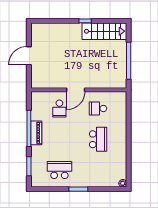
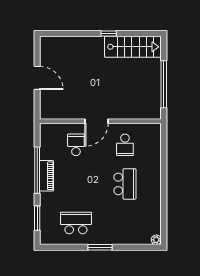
door: (29, 56) -> (37, 78), swing flipped
school desk: (59, 109) -> (76, 145), turned 180
school desk: (98, 109) -> (125, 145), turned -90

